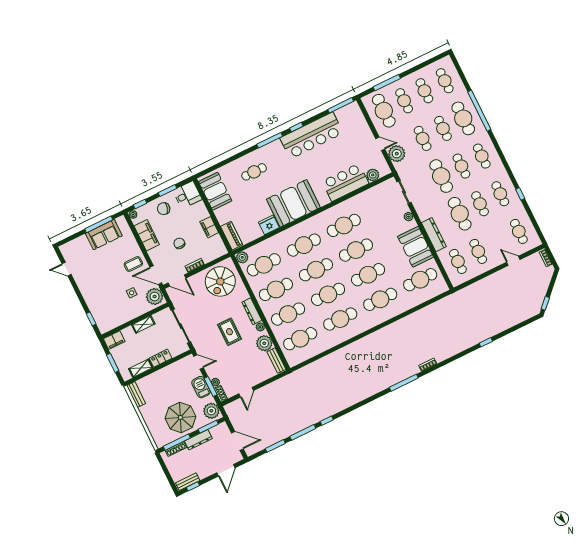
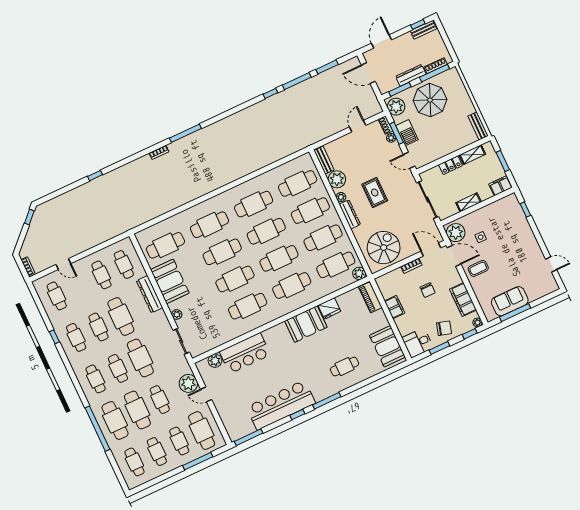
cafe table: (443, 128) -> (137, 410), width x1.37, depth x1.35
booth: (293, 203) -> (306, 324), width x0.73, depth x0.70

